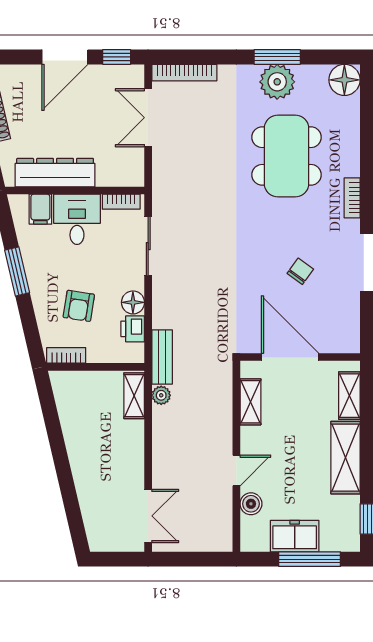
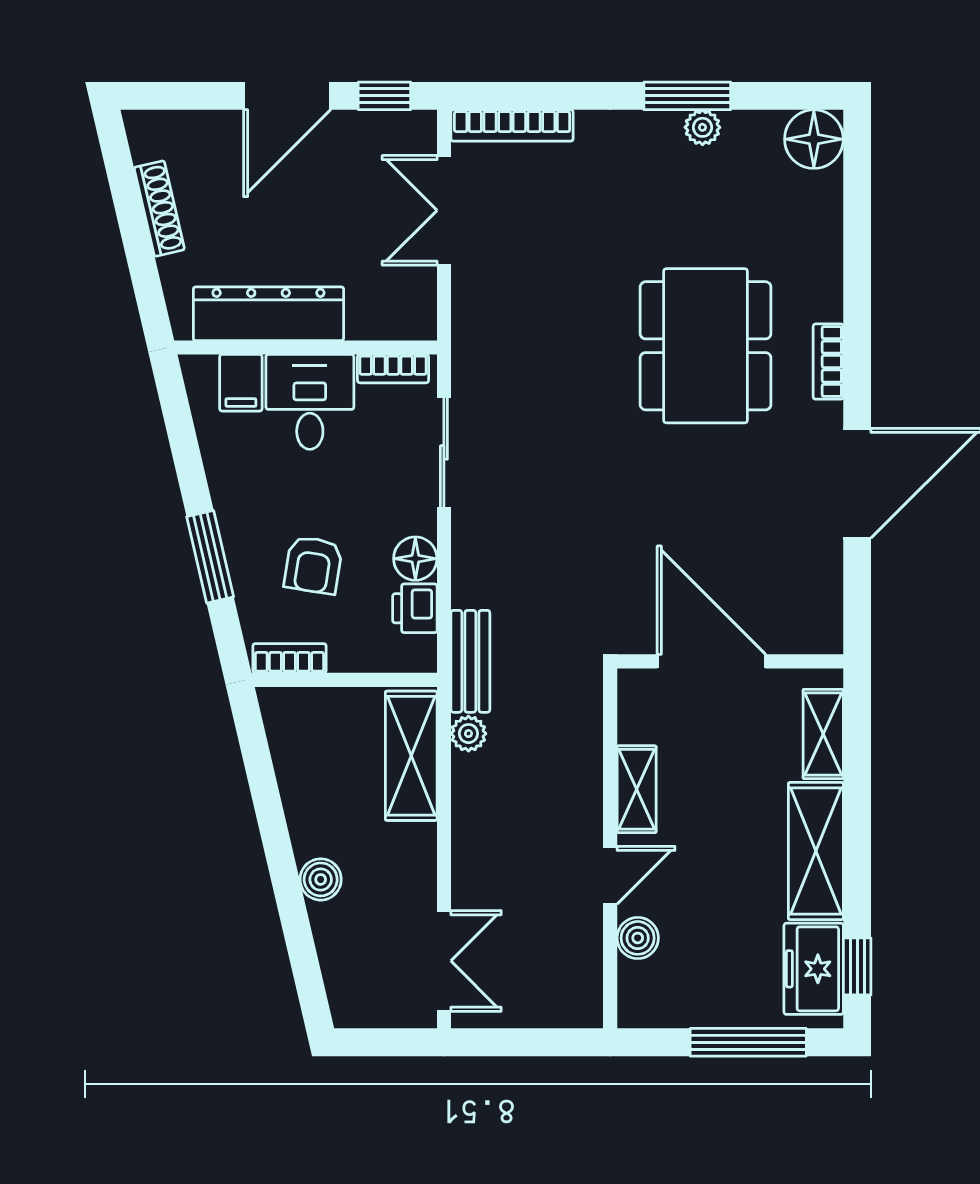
plant: (277, 82) -> (702, 127), width x0.53, depth x0.53
dining table: (287, 156) -> (706, 346), moved
window: (17, 271) -> (210, 557), moved
chair: (300, 271) -> (731, 500), removed
shelving: (134, 396) -> (411, 756), width x1.50, depth x1.33
shelving: (250, 402) -> (637, 789), moved
boiler: (83, 473) -> (321, 879), added
freezer: (295, 536) -> (814, 969), moved, turned -90

